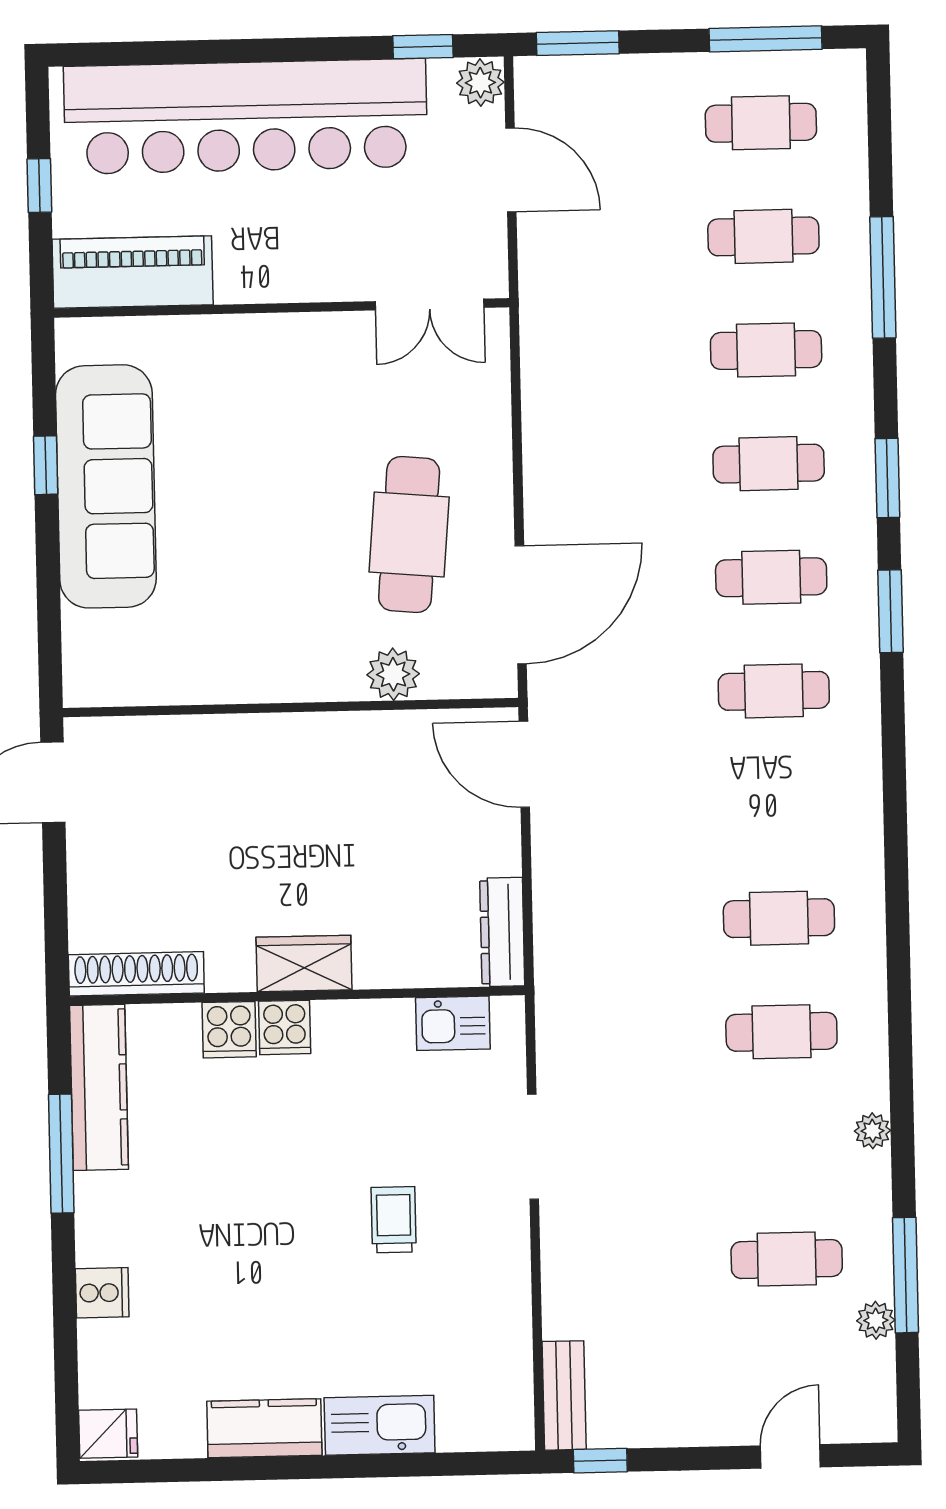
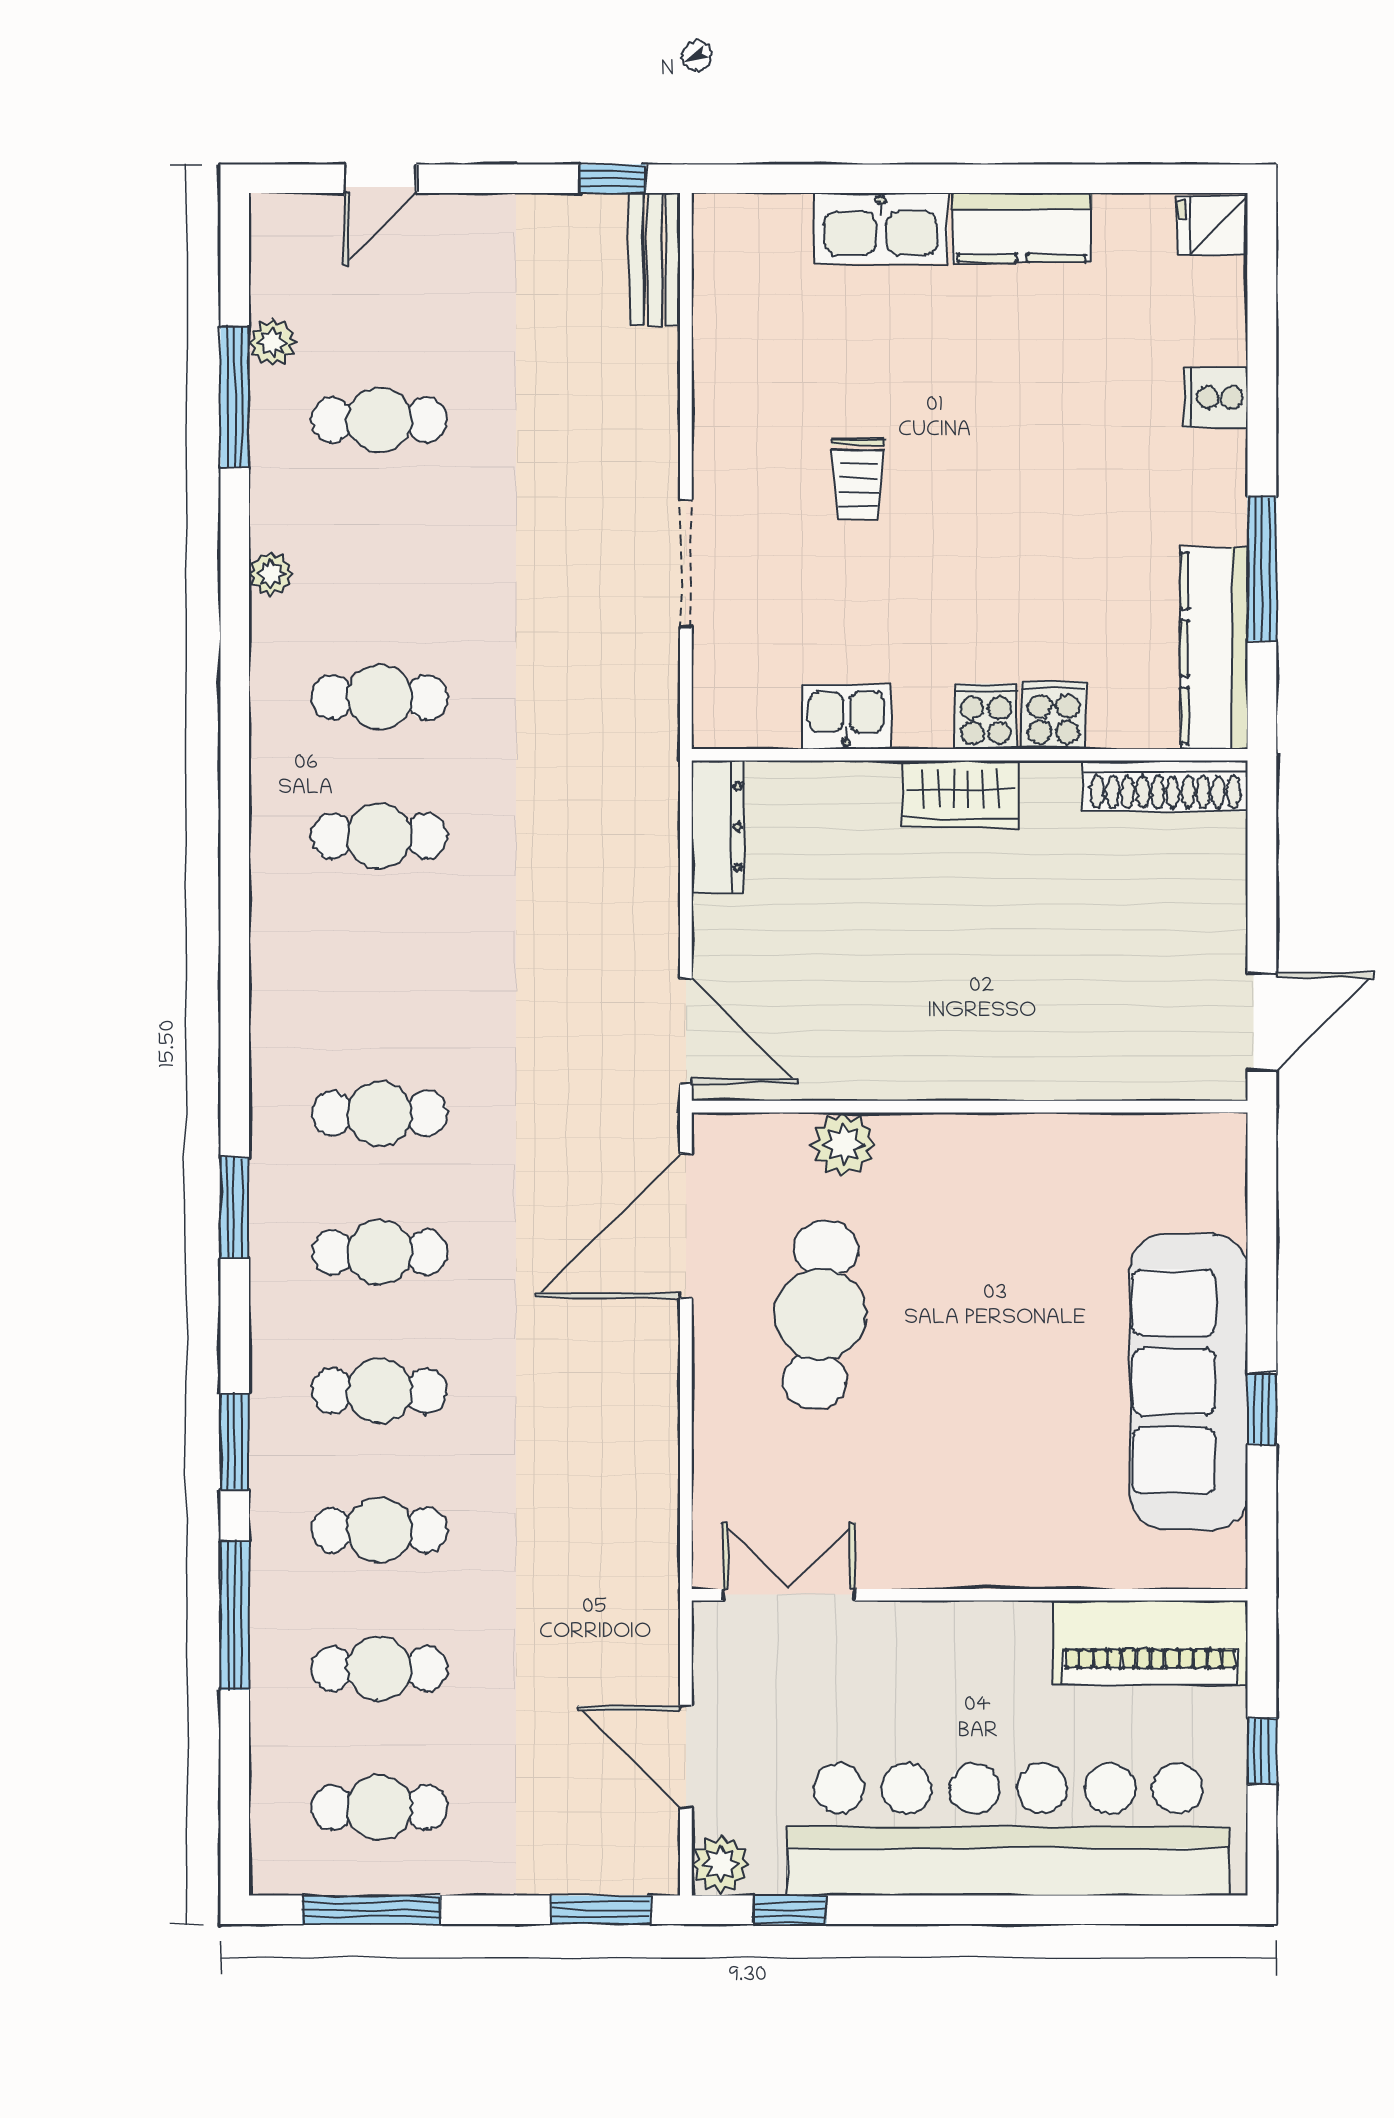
window: (887, 478) -> (235, 1442), moved
kitchen sink: (453, 1023) -> (846, 717), moved

